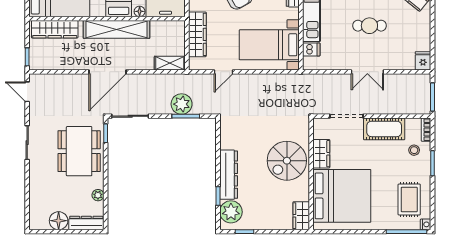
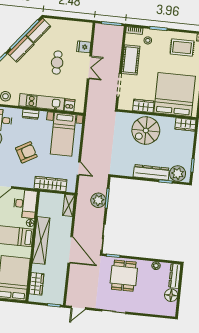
wardrobe: (55, 29) -> (36, 284), width x0.67
fridge: (423, 61) -> (84, 47), moved
dining table: (79, 151) -> (124, 276), width x0.73
spiral stairs: (287, 161) -> (146, 131), turned 90

